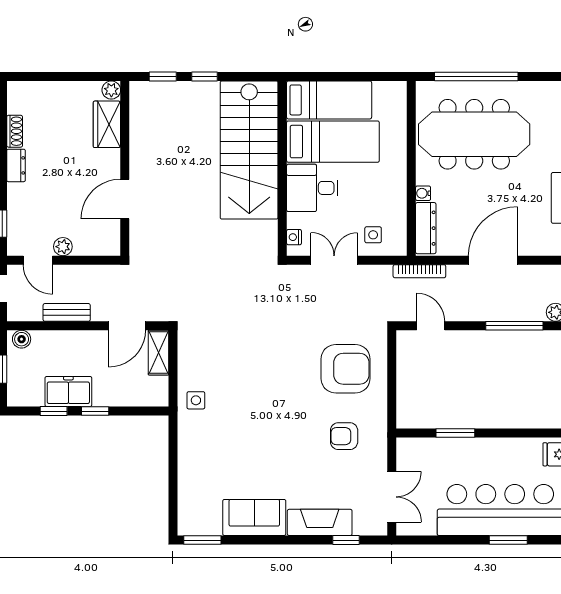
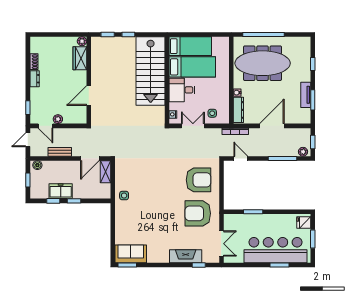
armchair: (344, 436) -> (198, 213), width x1.88, depth x1.88
sofa: (254, 517) -> (131, 254), moved

